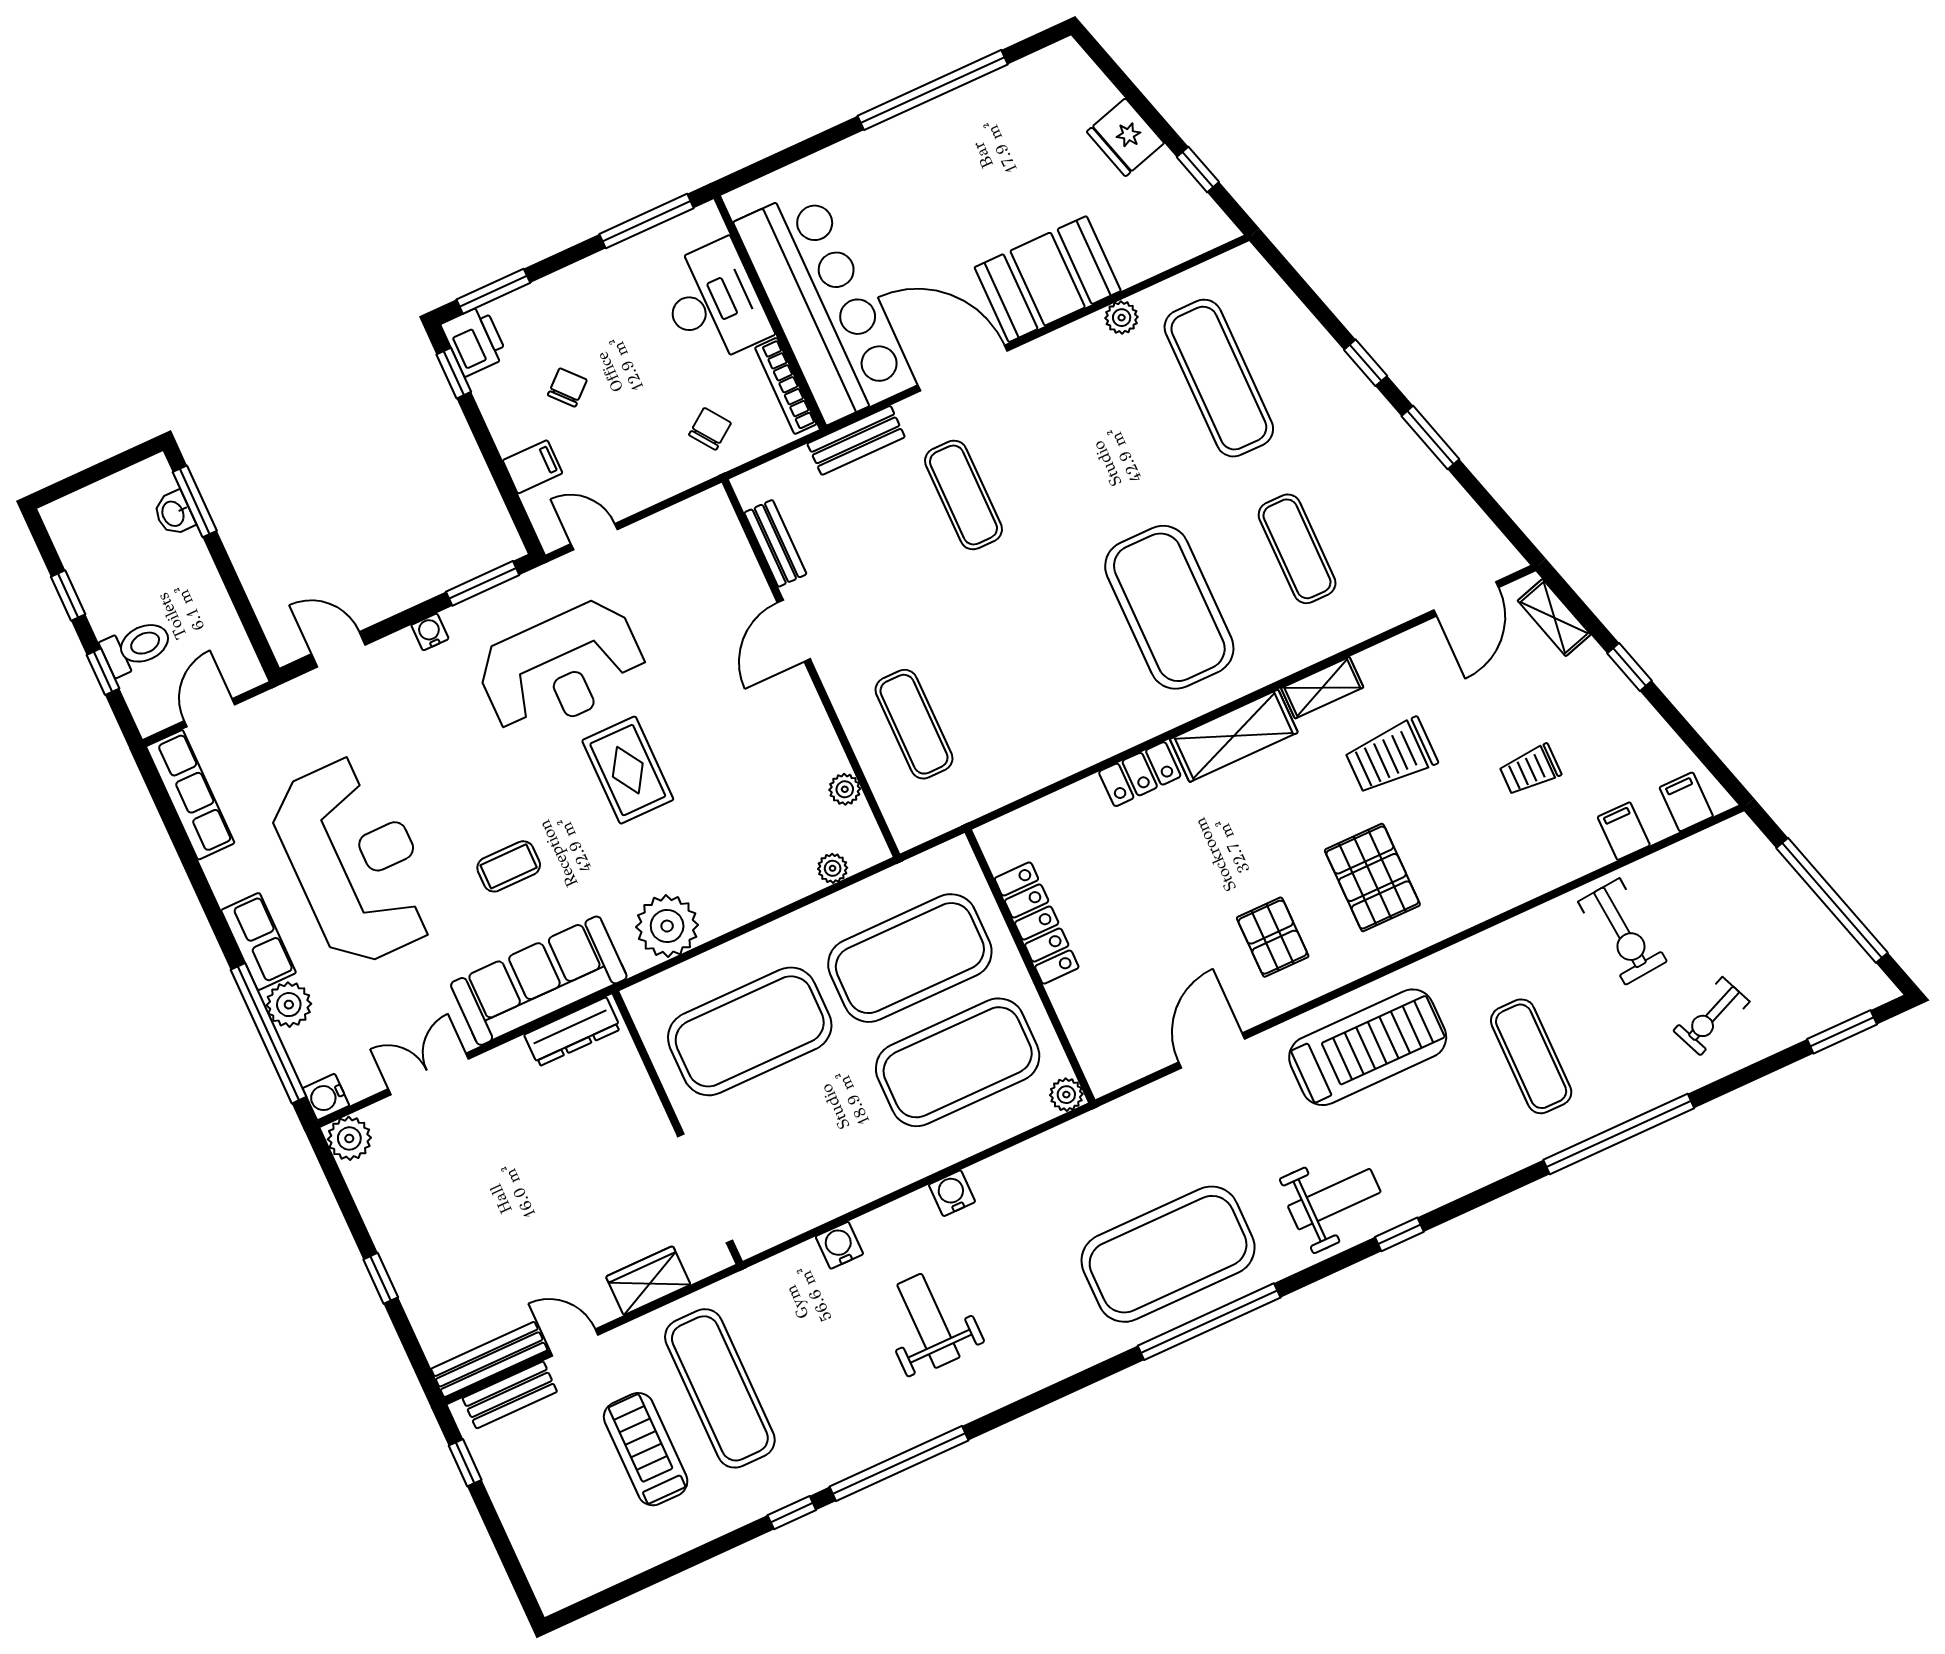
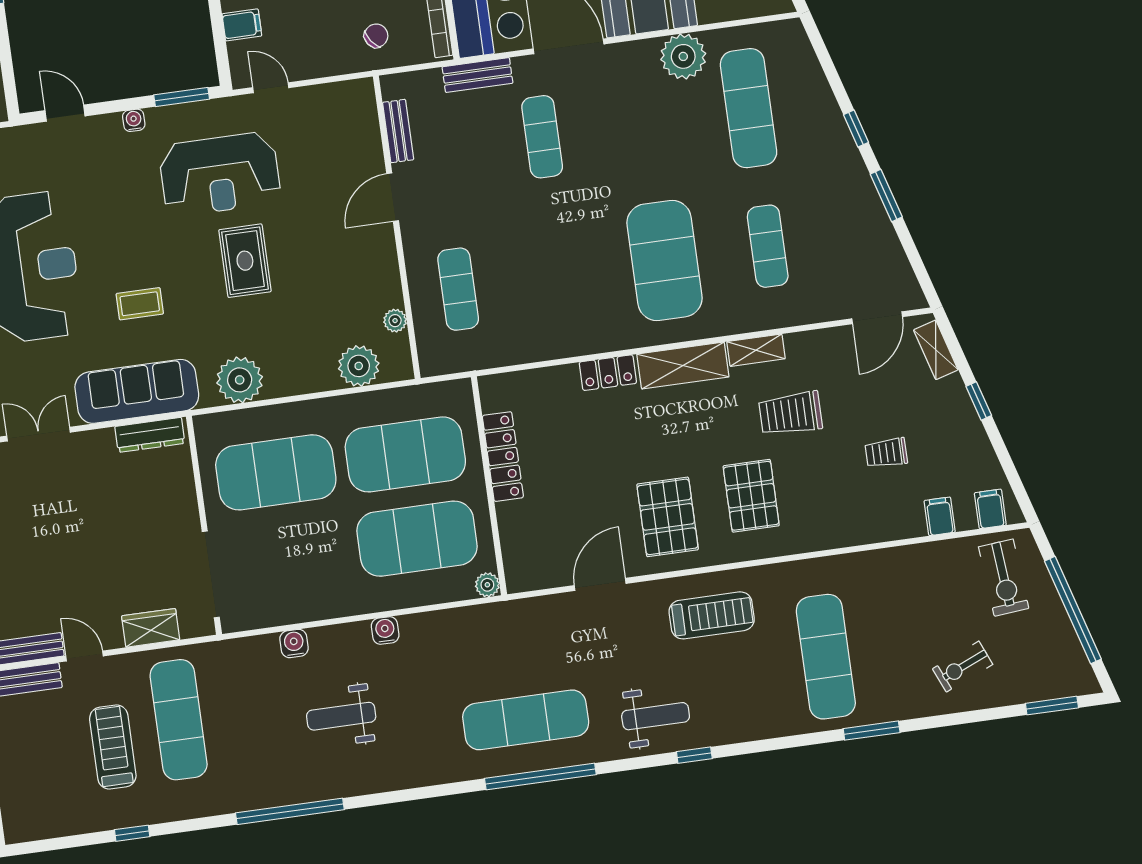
plant: (1122, 318) -> (683, 56), width x1.87, depth x1.87
plant: (833, 868) -> (359, 366), width x1.87, depth x1.87
exercise bike: (1622, 932) -> (1004, 578), moved
pallet: (1273, 937) -> (668, 517), width x1.50, depth x1.42
treadmill: (1368, 1047) -> (712, 615), width x0.73, depth x0.73
exercise mat: (1531, 1056) -> (826, 657), width x1.36, depth x1.45
window: (1619, 1134) -> (872, 731), width x0.47
exercise mat: (1168, 1254) -> (526, 720), width x0.68
weight bench: (928, 1321) -> (341, 716), turned -90
window: (792, 1513) -> (132, 833), moved

